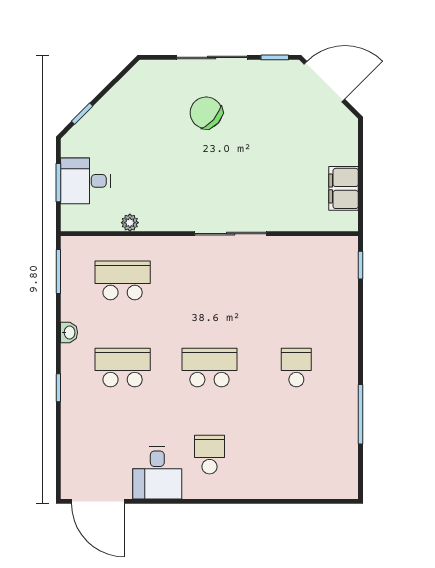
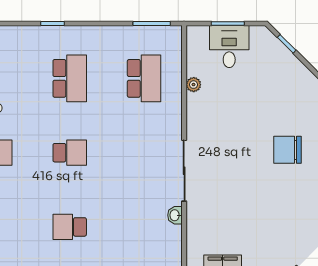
chair: (206, 113) -> (287, 150), turned -131
washbasin: (69, 332) -> (175, 215), moved, turned 90
school desk: (209, 368) -> (70, 153), width x0.54
school desk: (296, 368) -> (70, 227), turned 180

